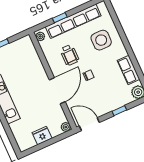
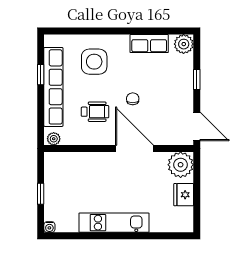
window: (60, 18) -> (41, 75), moved
door: (89, 124) -> (197, 126), swing flipped
plant: (66, 127) -> (181, 165), width x1.88, depth x1.88

